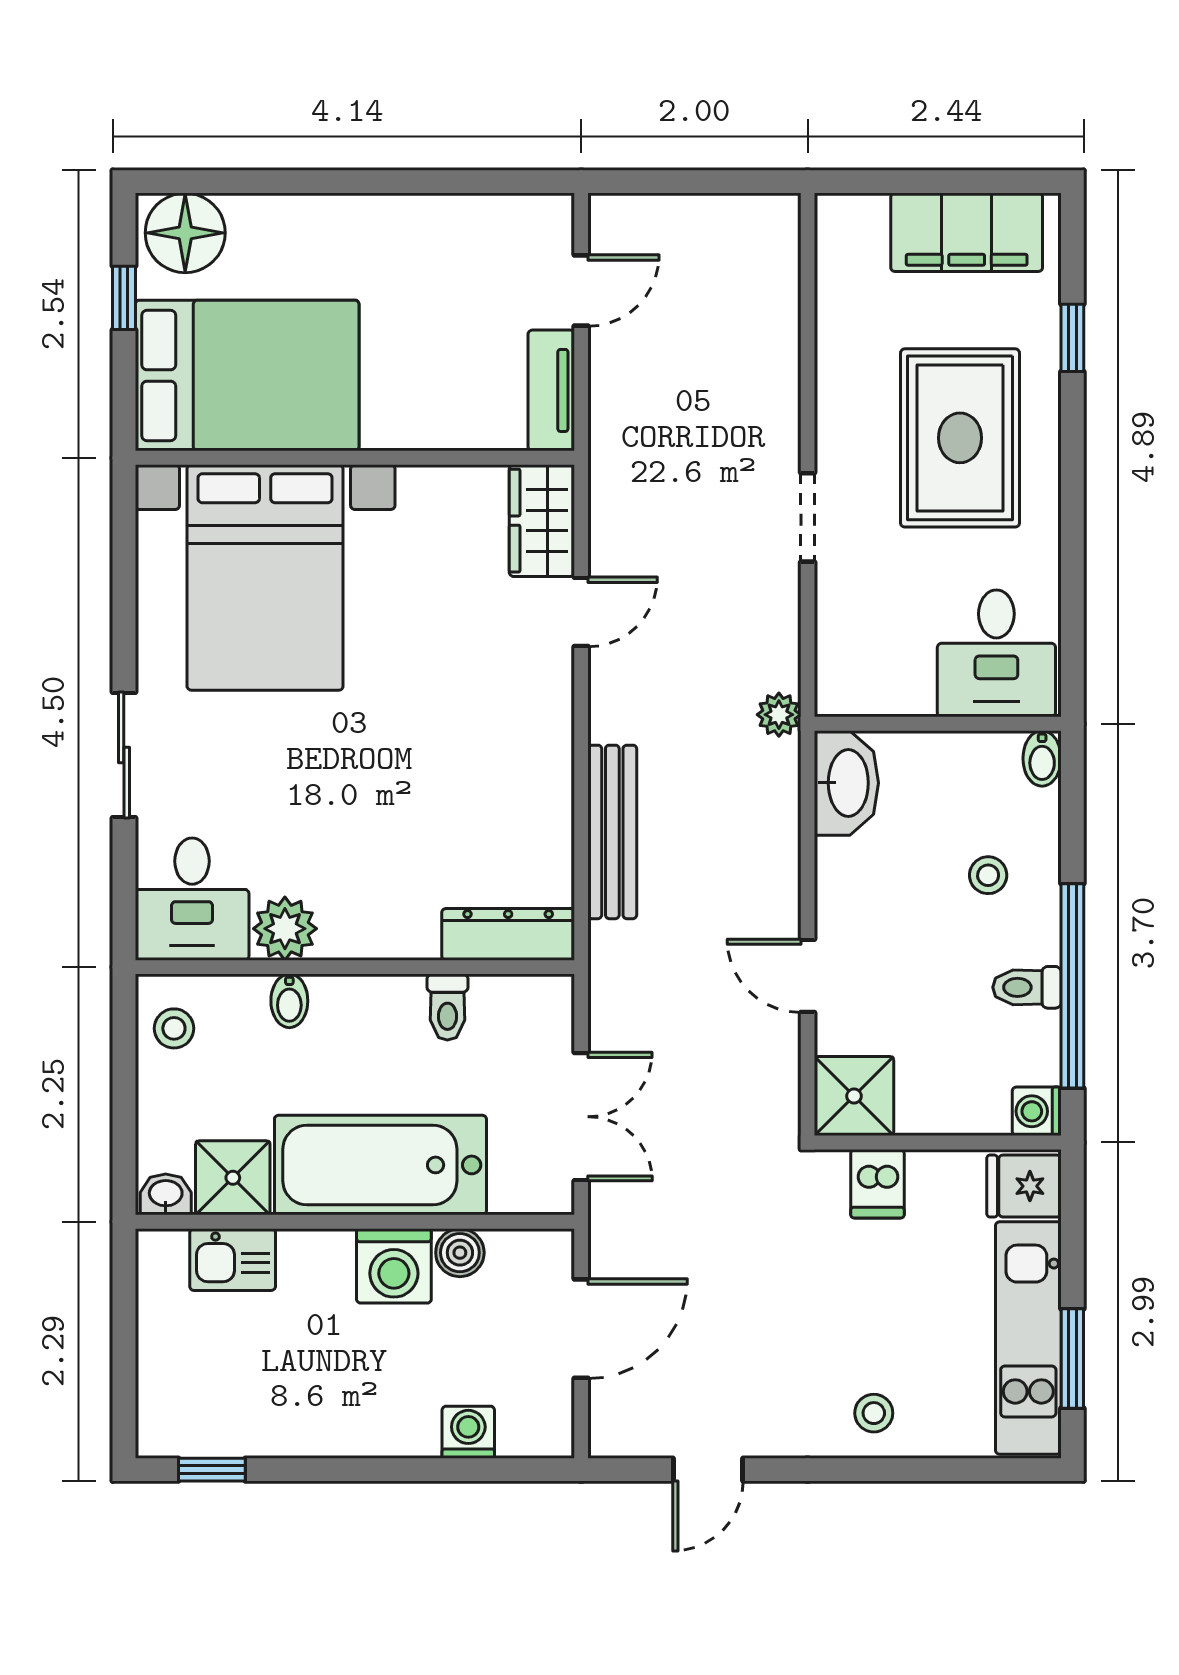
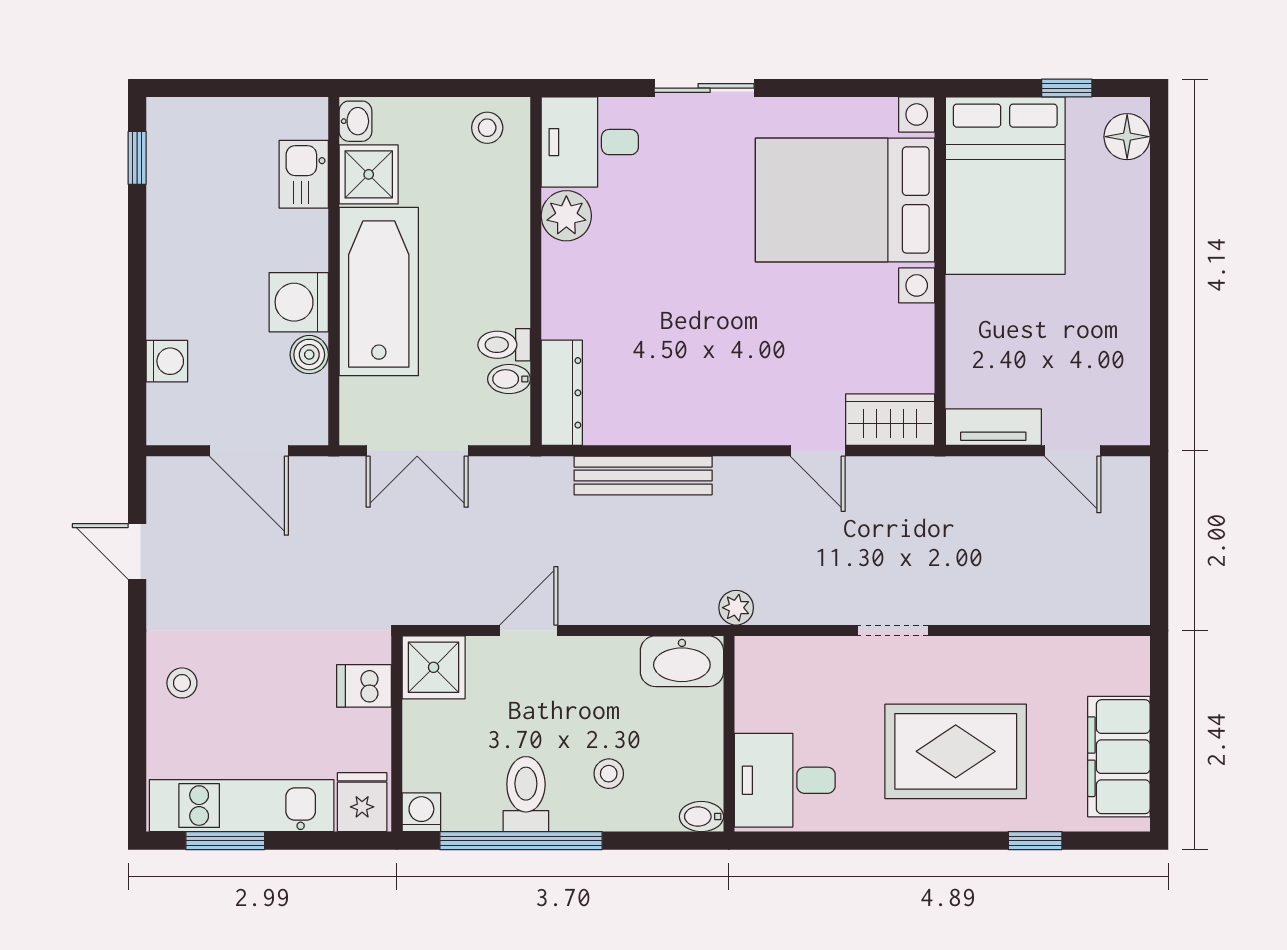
floor lamp: (185, 233) -> (1127, 137), width x0.73, depth x0.73
toilet: (1027, 987) -> (526, 794), width x1.37, depth x1.39
bidet: (289, 1001) -> (509, 379), moved

